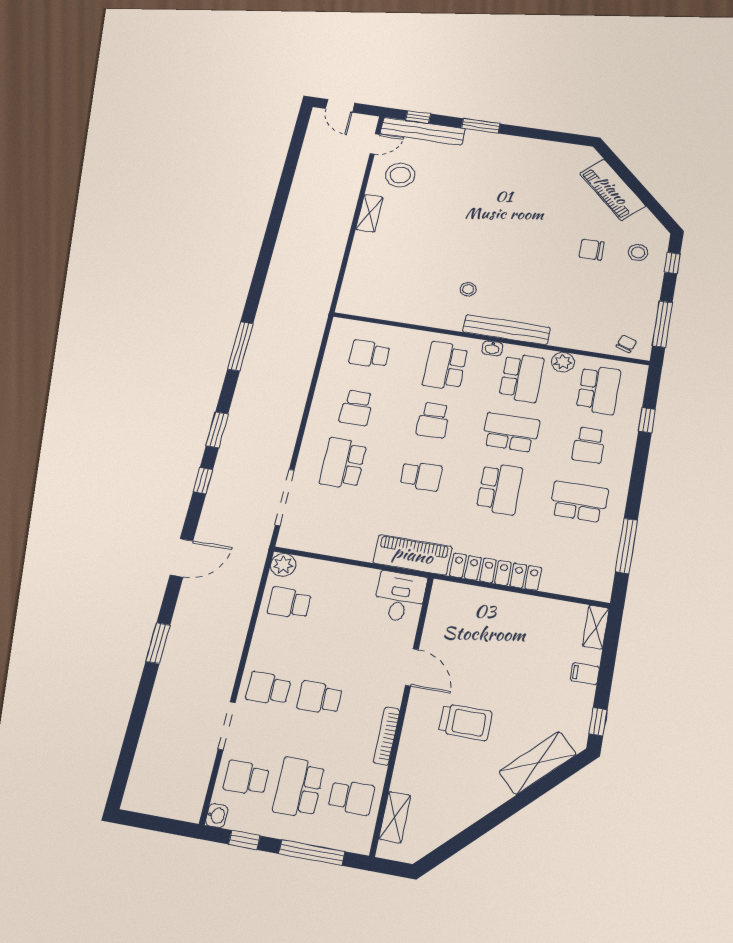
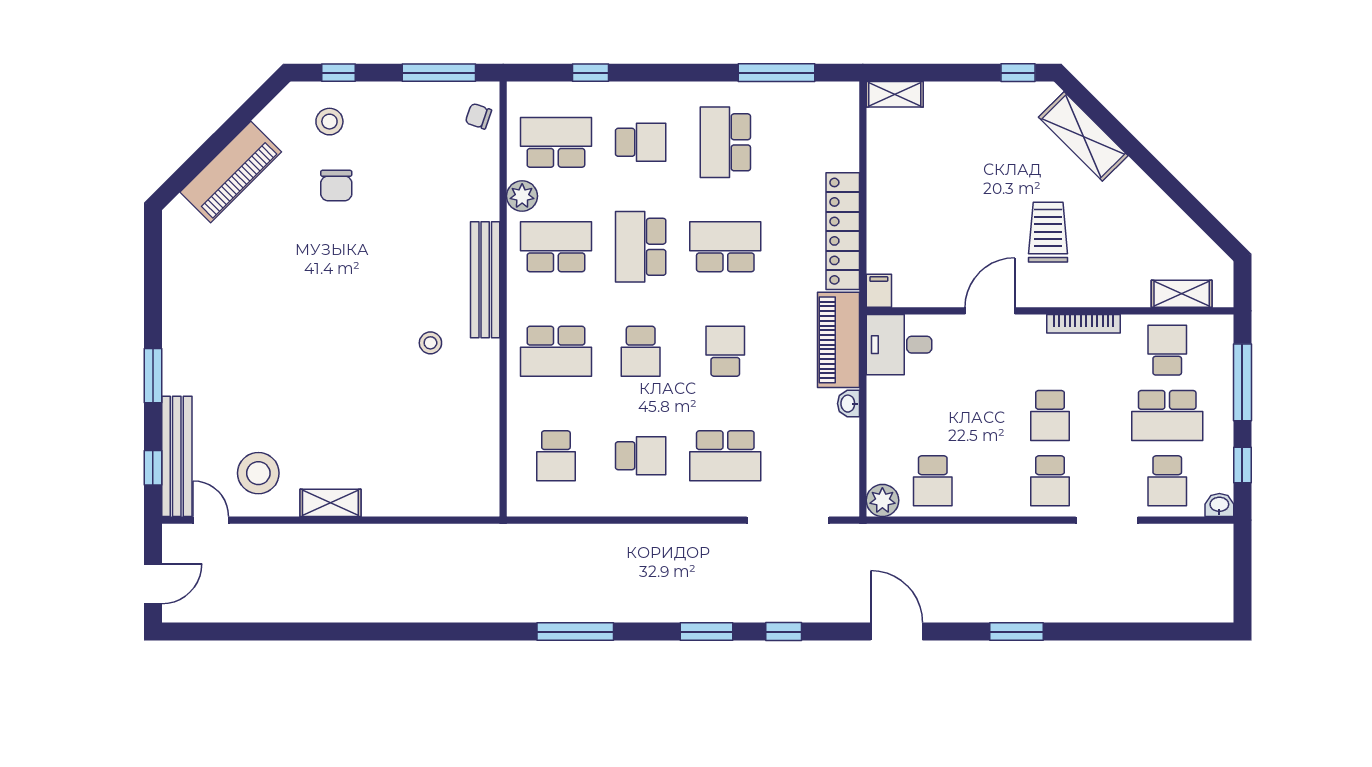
washbasin: (492, 348) -> (848, 404), moved, turned 180
school desk: (433, 420) -> (641, 351), turned 90
filing cabinet: (585, 674) -> (879, 291), moved, turned 180

